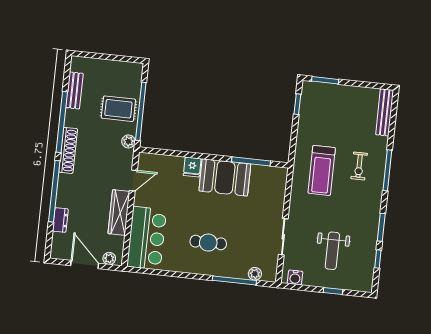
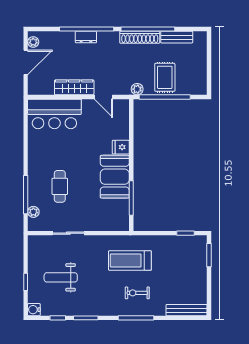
shoe rack: (68, 150) -> (140, 37), moved
dresser: (60, 220) -> (86, 37), moved
cafe table: (208, 243) -> (60, 186), moved
plant: (109, 258) -> (33, 42), moved
water cooler: (295, 277) -> (34, 310), moved

